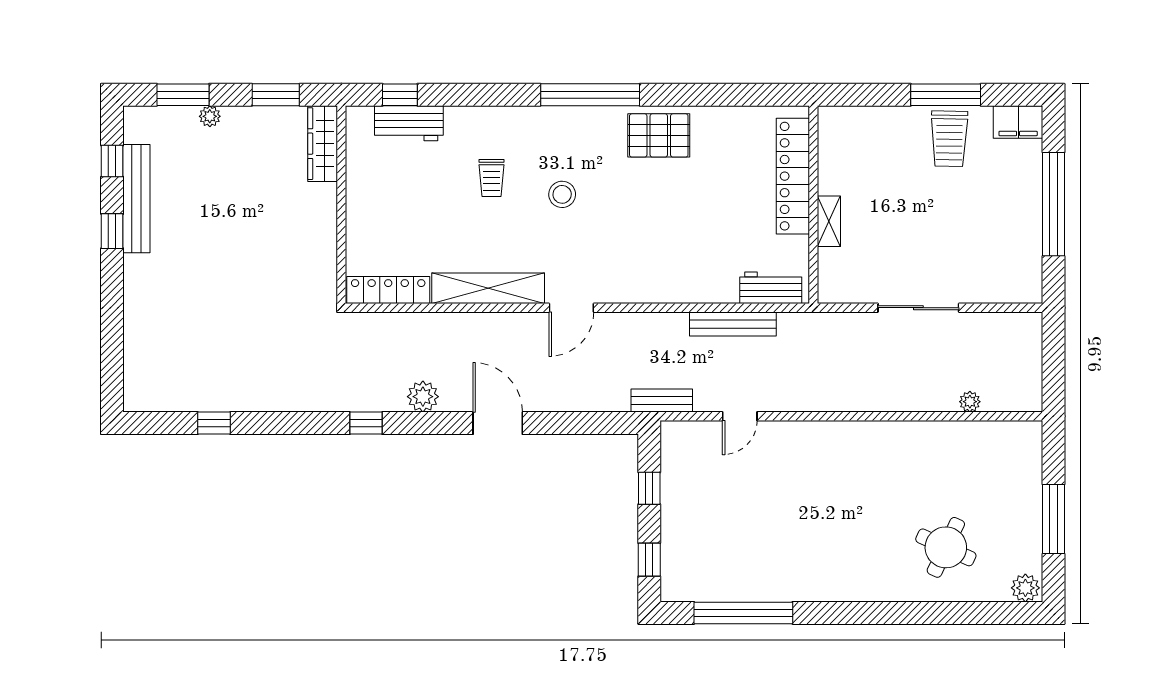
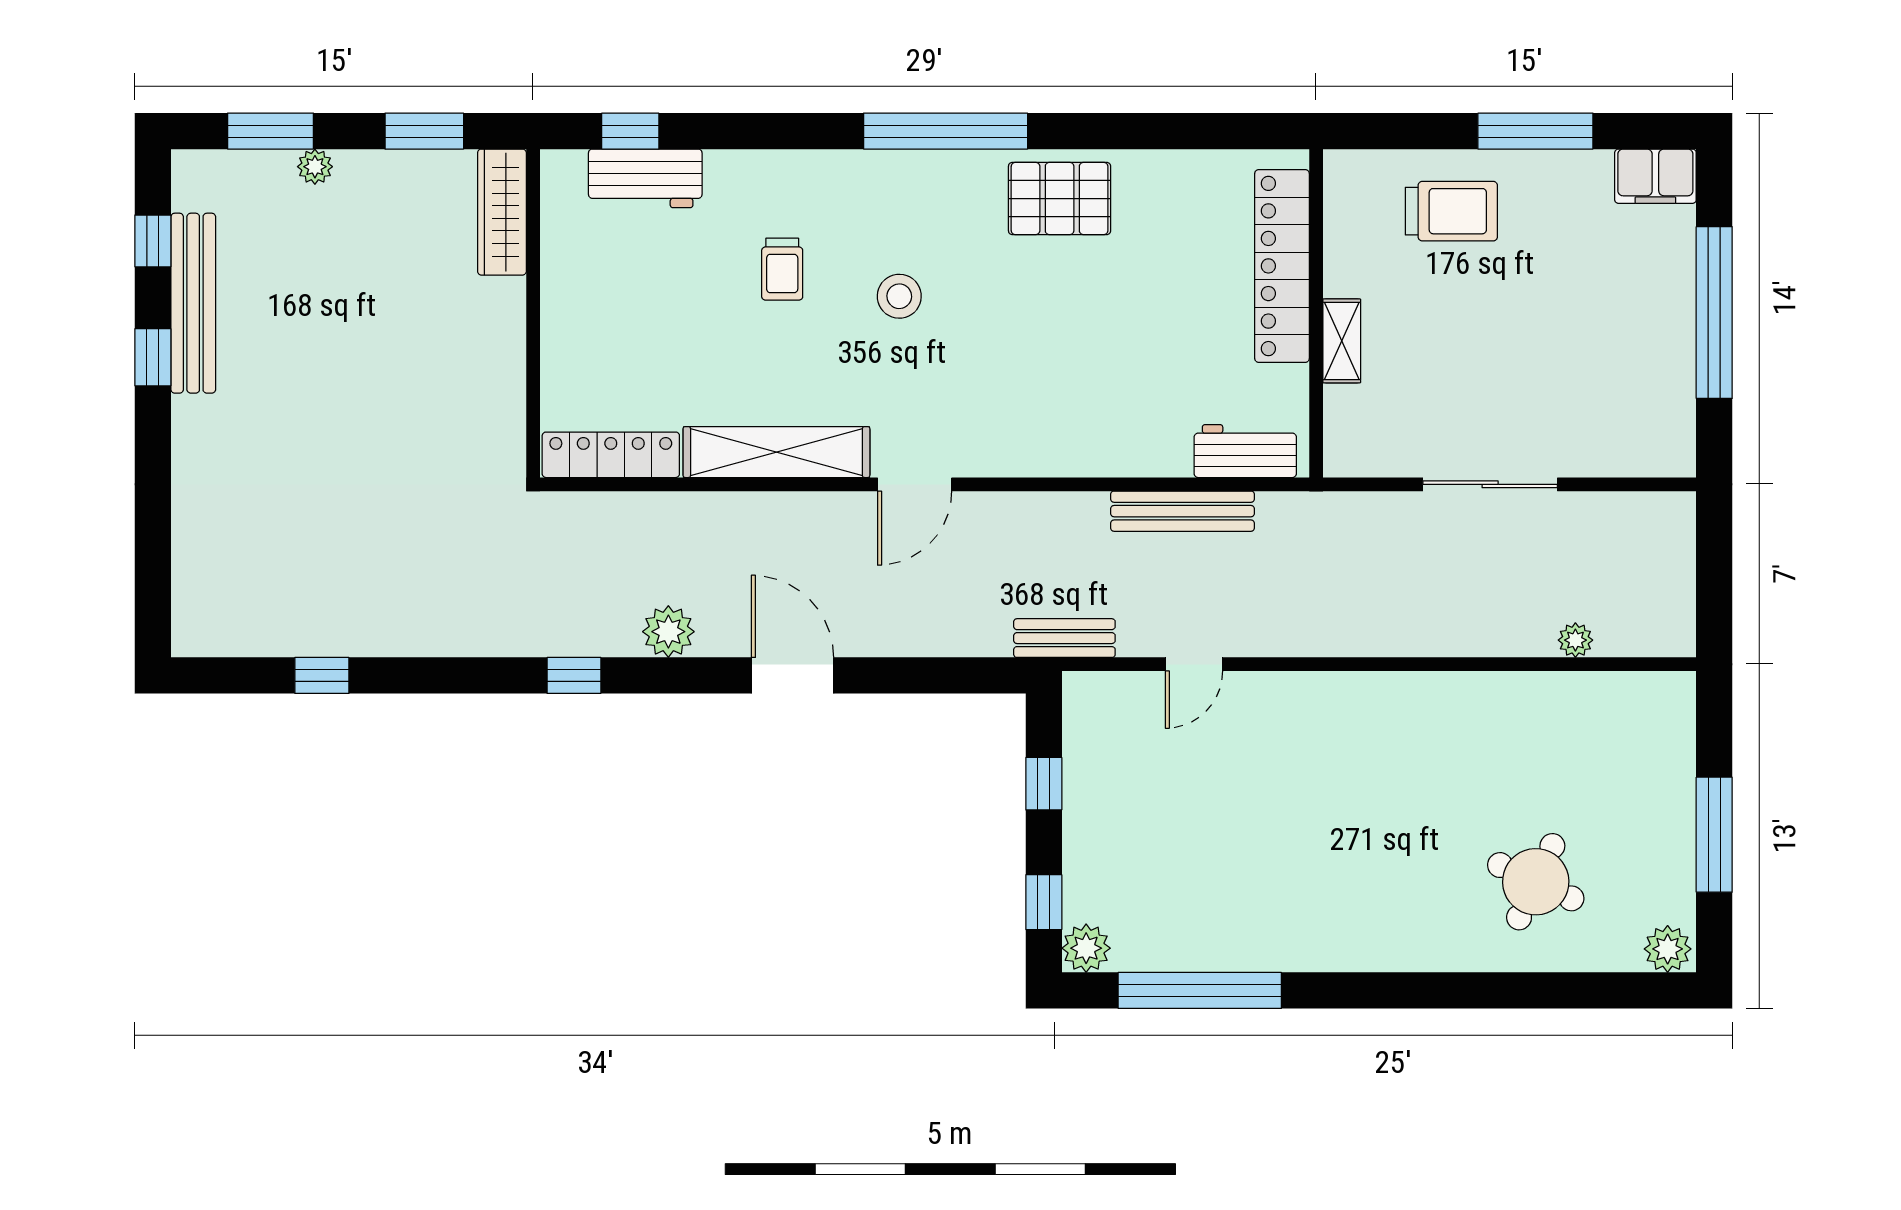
trolley: (949, 139) -> (1451, 211), moved, turned -91
plant: (675, 587) -> (1086, 948), added

